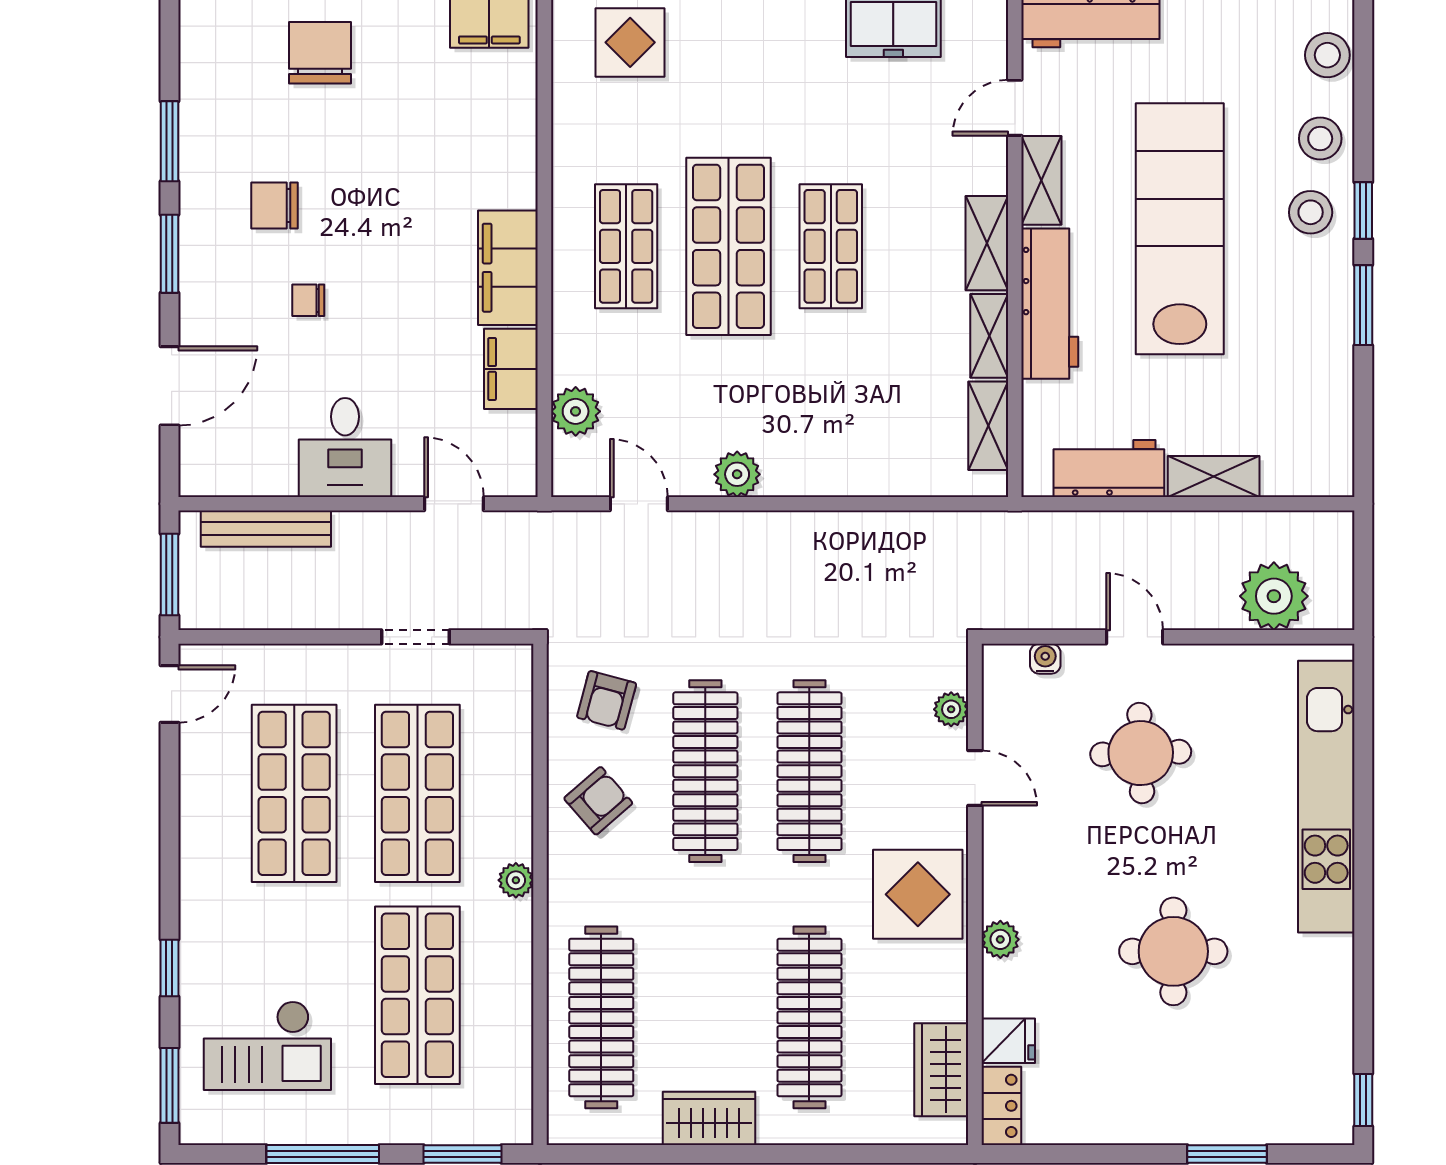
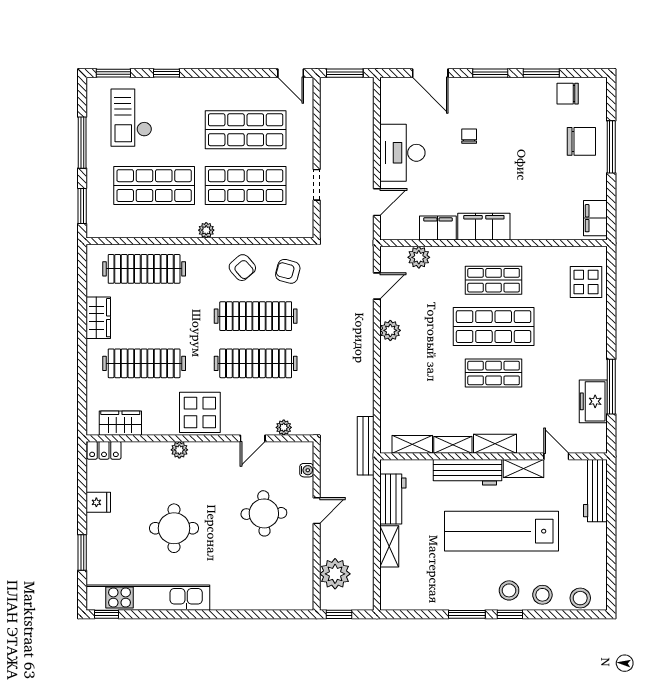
chair: (275, 206) -> (568, 94), moved, turned -90
lab bench: (1180, 229) -> (502, 531), turned 180
desk: (345, 447) -> (402, 153), width x1.37
bench: (266, 529) -> (366, 446), moved
window: (1363, 587) -> (339, 614), added
kitchen unit: (1326, 797) -> (148, 598), moved
fridge: (1008, 1041) -> (98, 502), moved, turned -90

